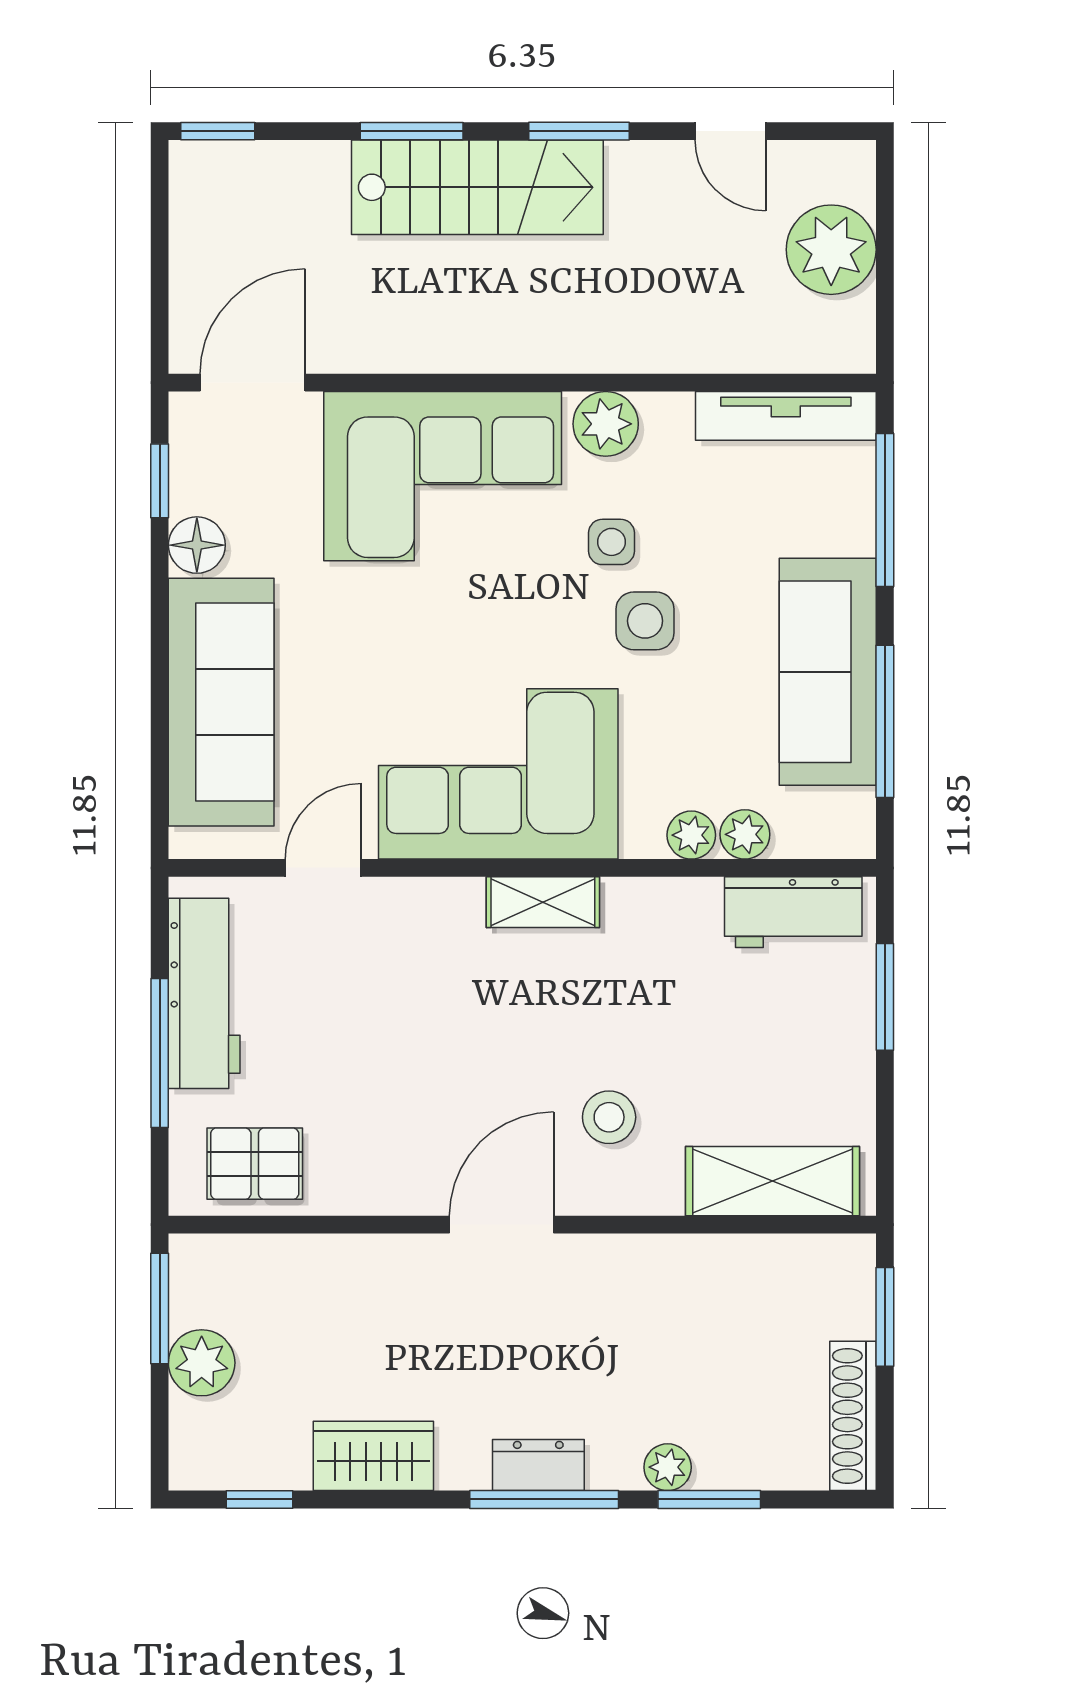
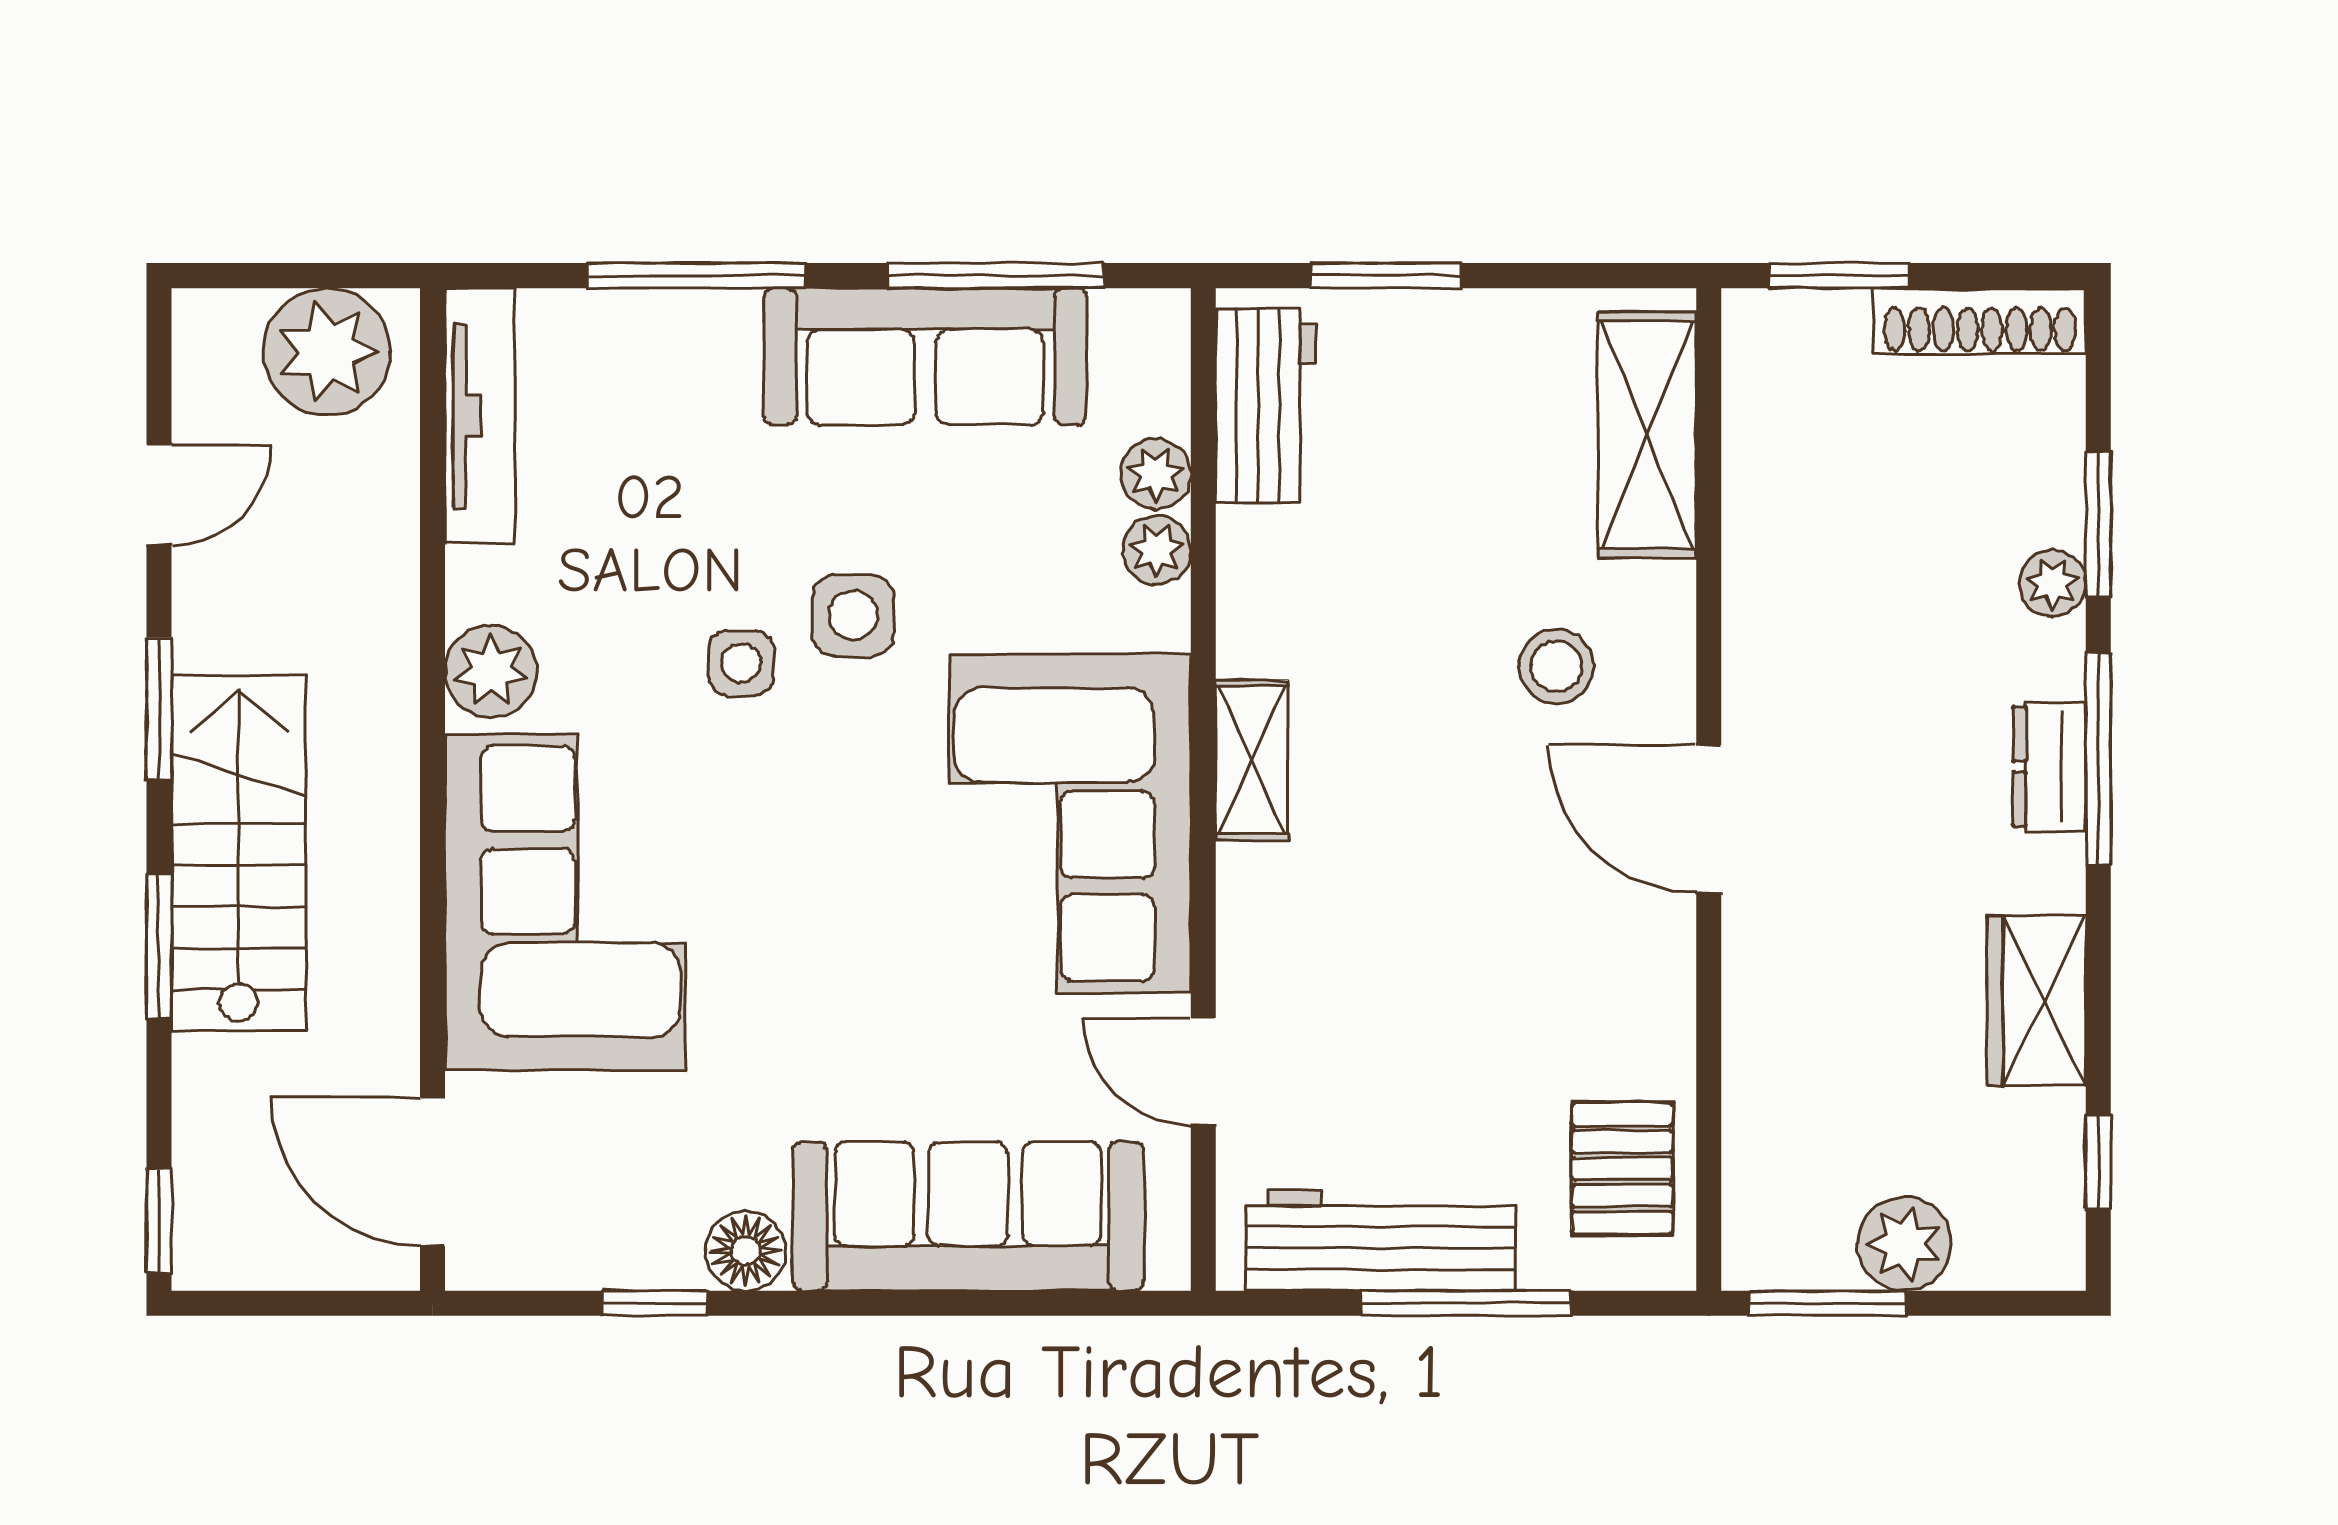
door: (253, 383) -> (433, 1172), moved
wall: (522, 383) -> (433, 789), moved
tv unit: (786, 416) -> (480, 416), moved
plant: (606, 424) -> (491, 671), moved
corner sofa: (443, 476) -> (565, 902), moved

